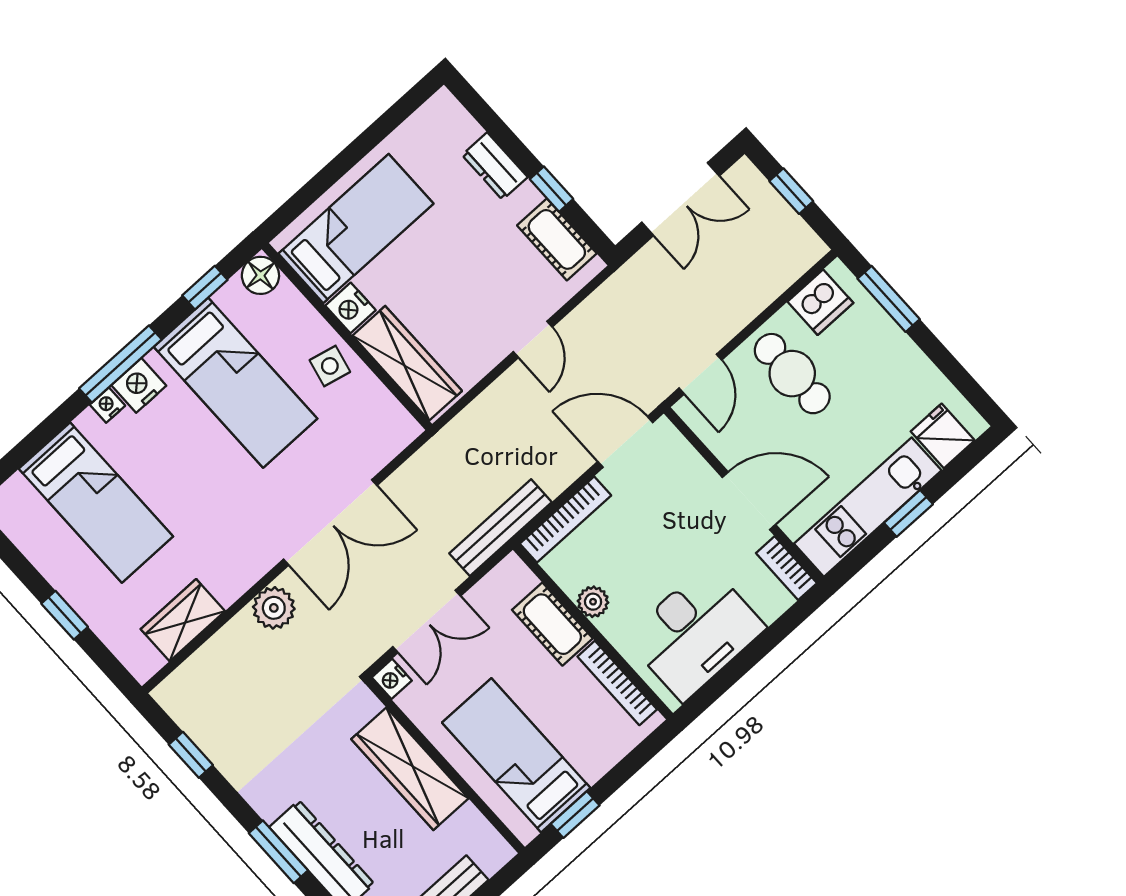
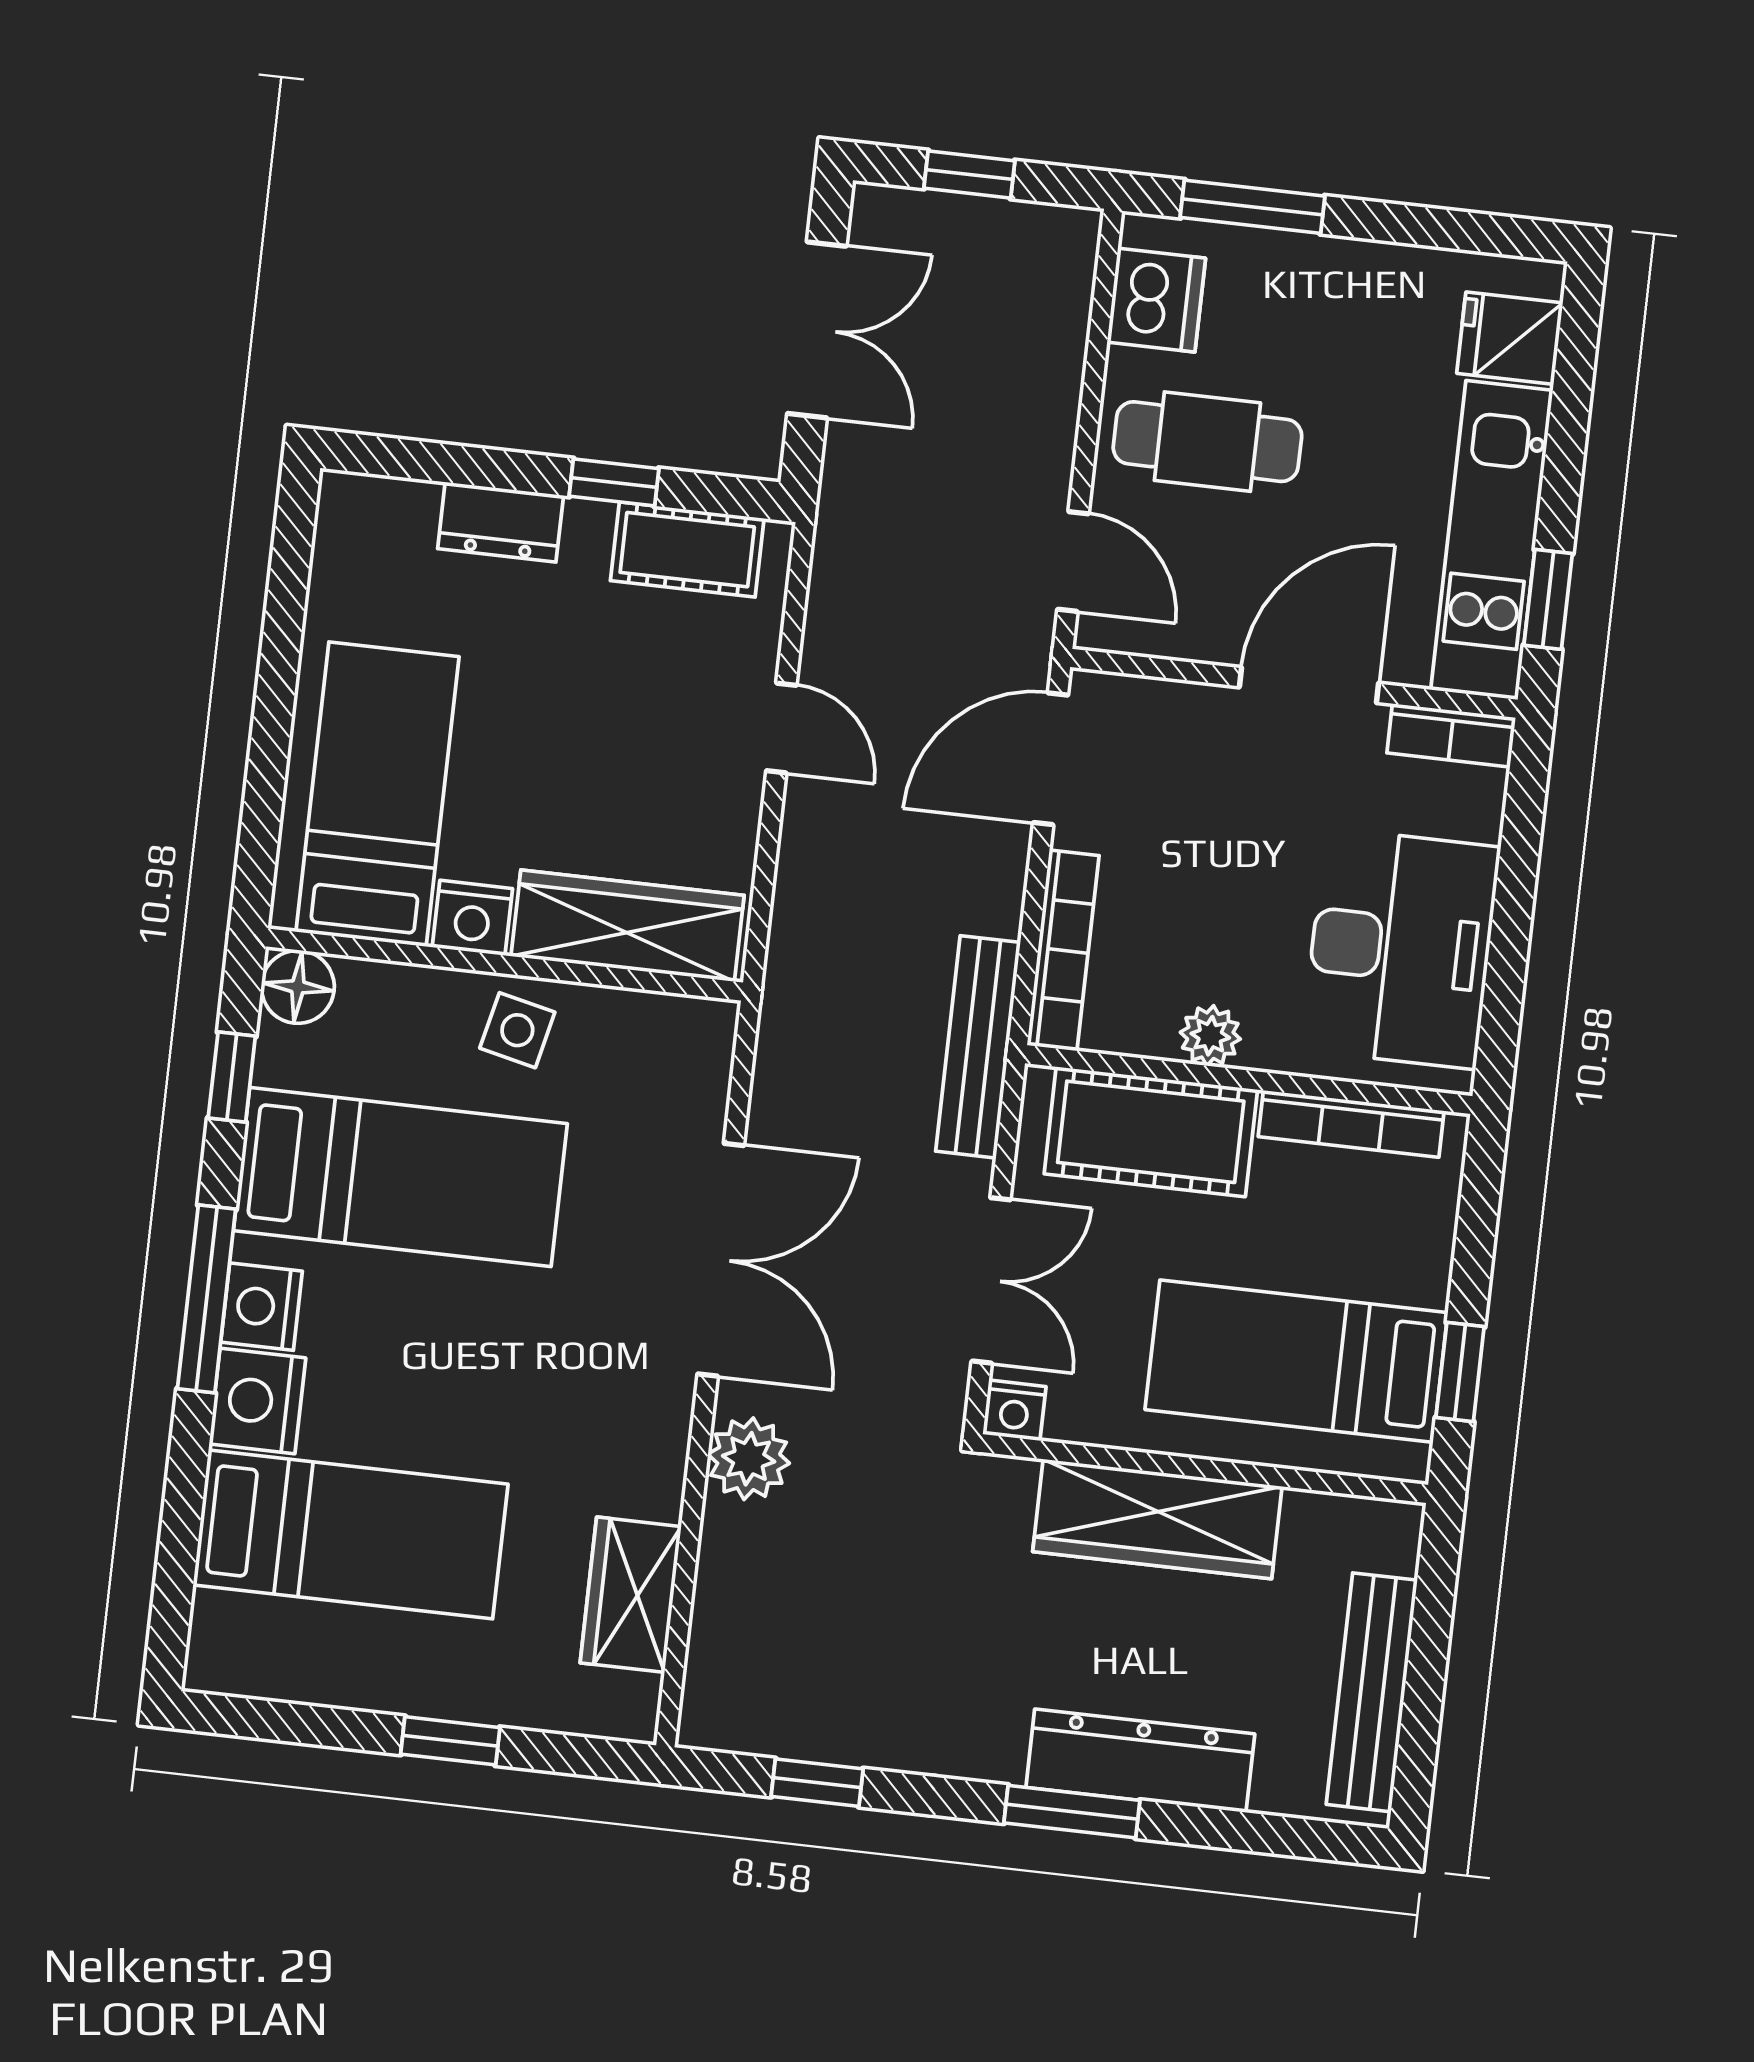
nightstand: (107, 405) -> (257, 1401), width x1.89, depth x1.79
window: (908, 513) -> (1548, 599), moved
cot: (552, 624) -> (1151, 1132), width x1.37, depth x1.34

